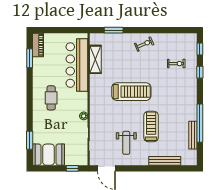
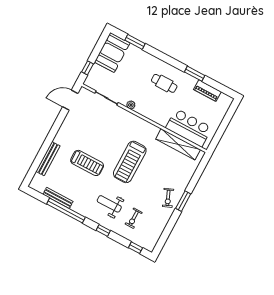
window: (114, 30) -> (183, 201), moved
piano: (38, 45) -> (207, 91), moved
window: (30, 58) -> (195, 74), moved
shelving: (95, 59) -> (178, 144), width x1.47
bar counter: (77, 65) -> (189, 128), width x0.73
window: (200, 72) -> (103, 230), moved
weight bench: (126, 143) -> (109, 204), moved

